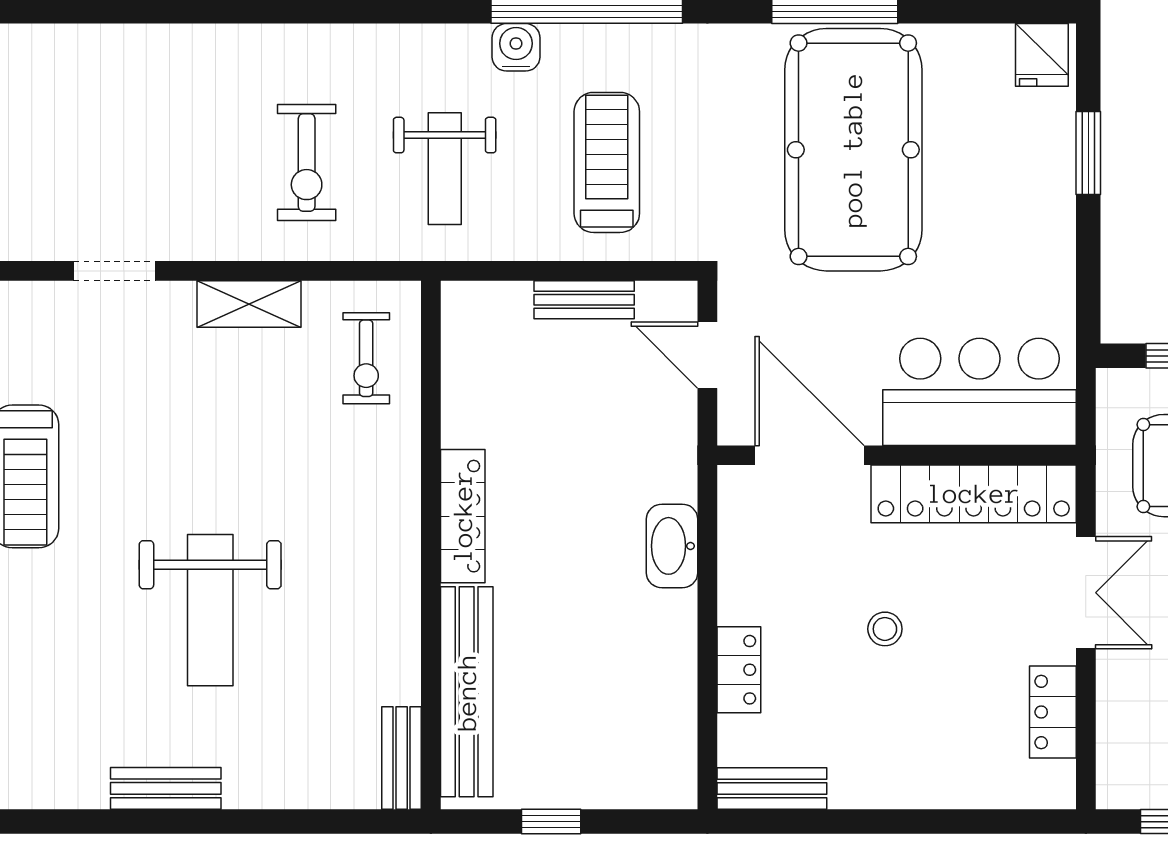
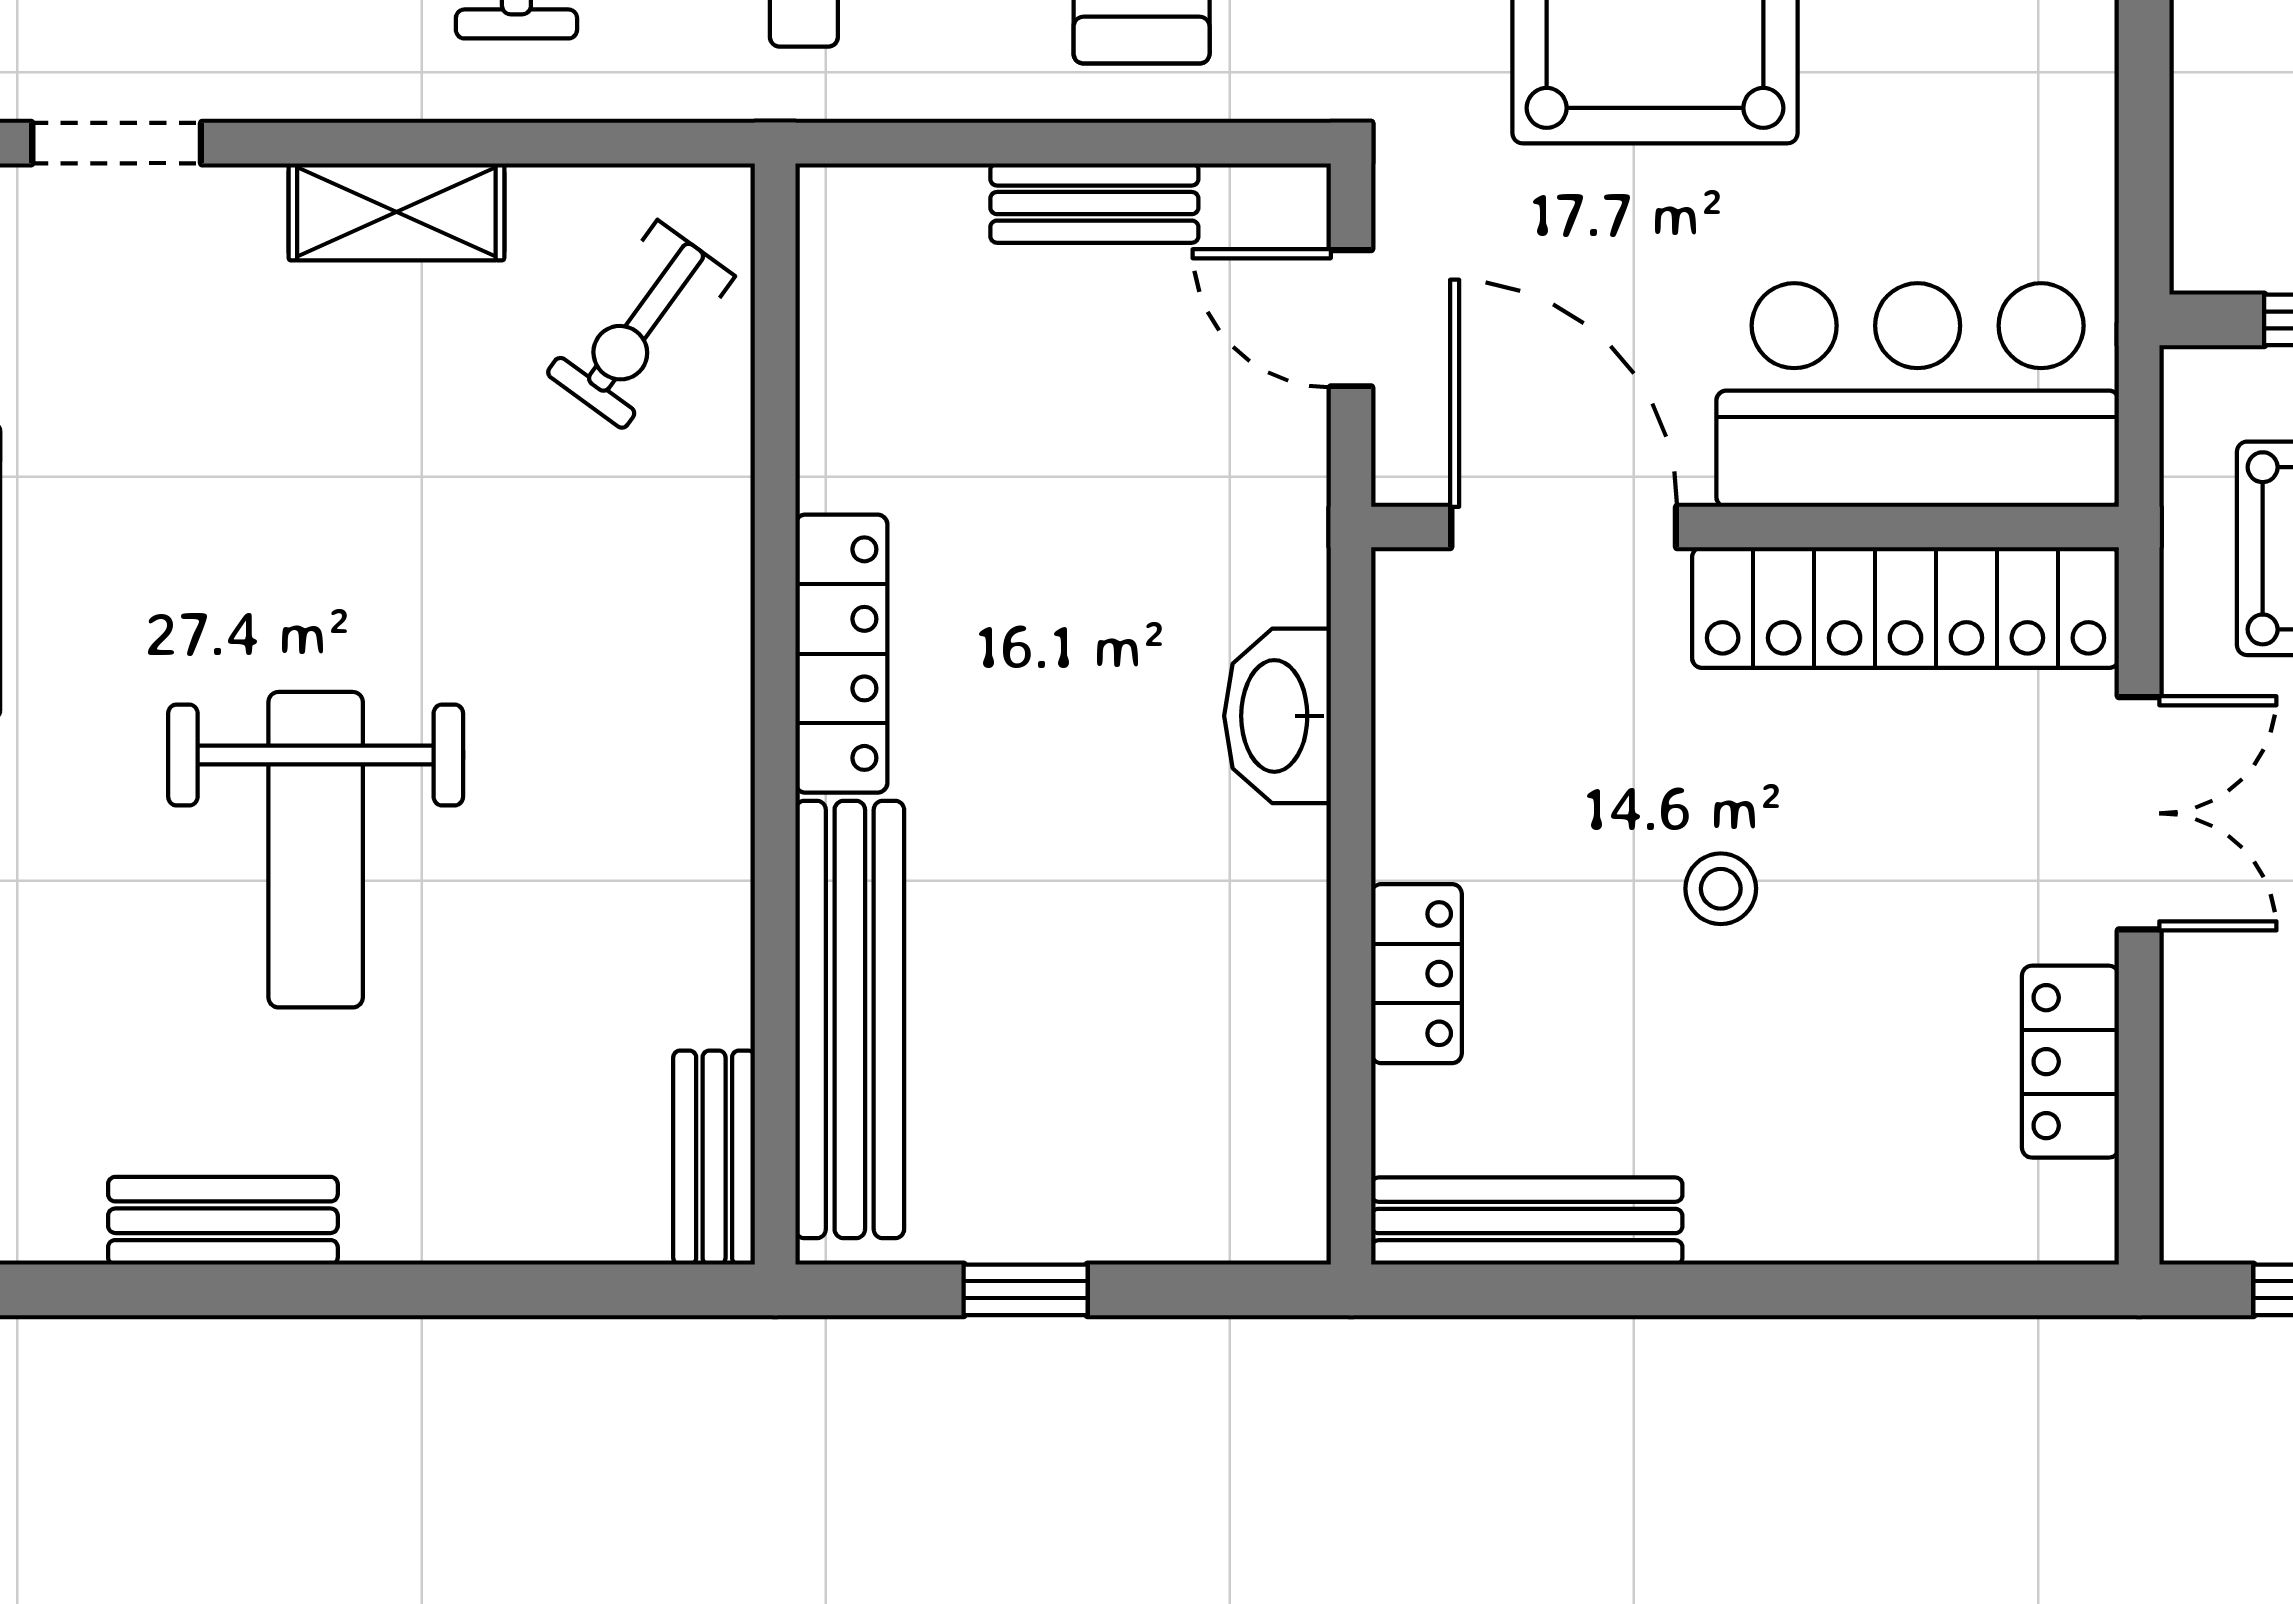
exercise bike: (366, 358) -> (640, 325), turned 36
bench: (772, 789) -> (1527, 1221), width x1.36

